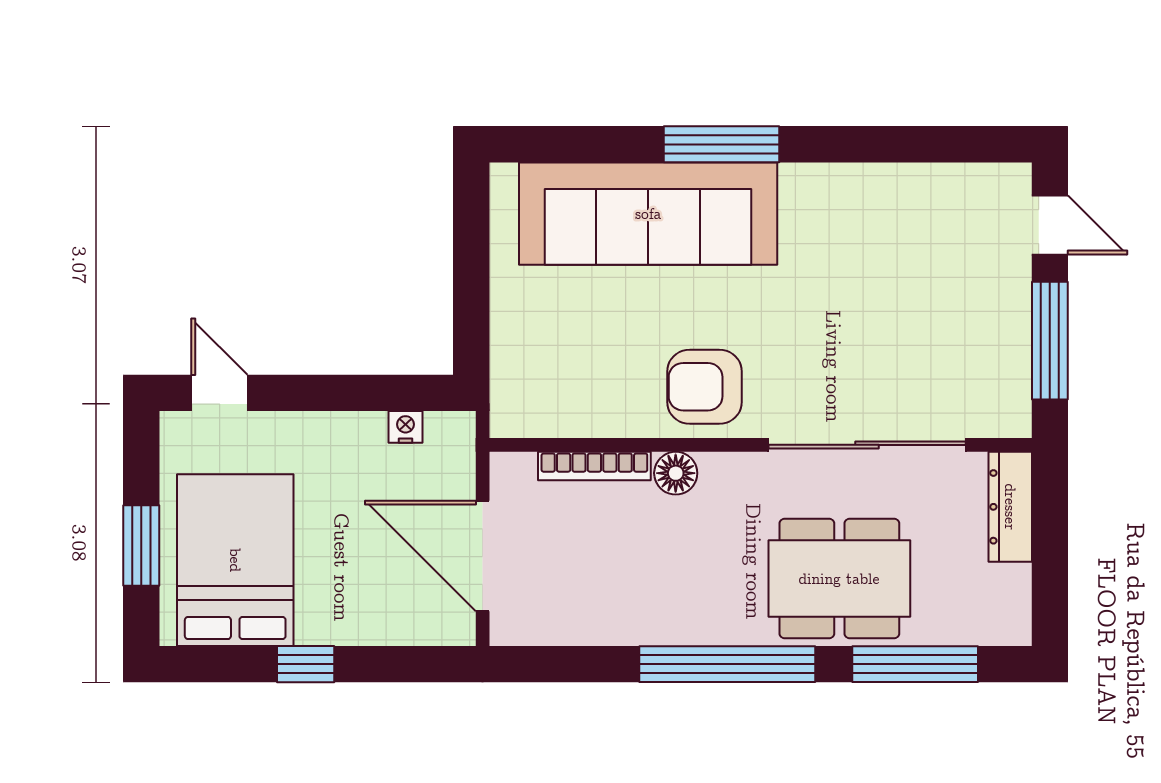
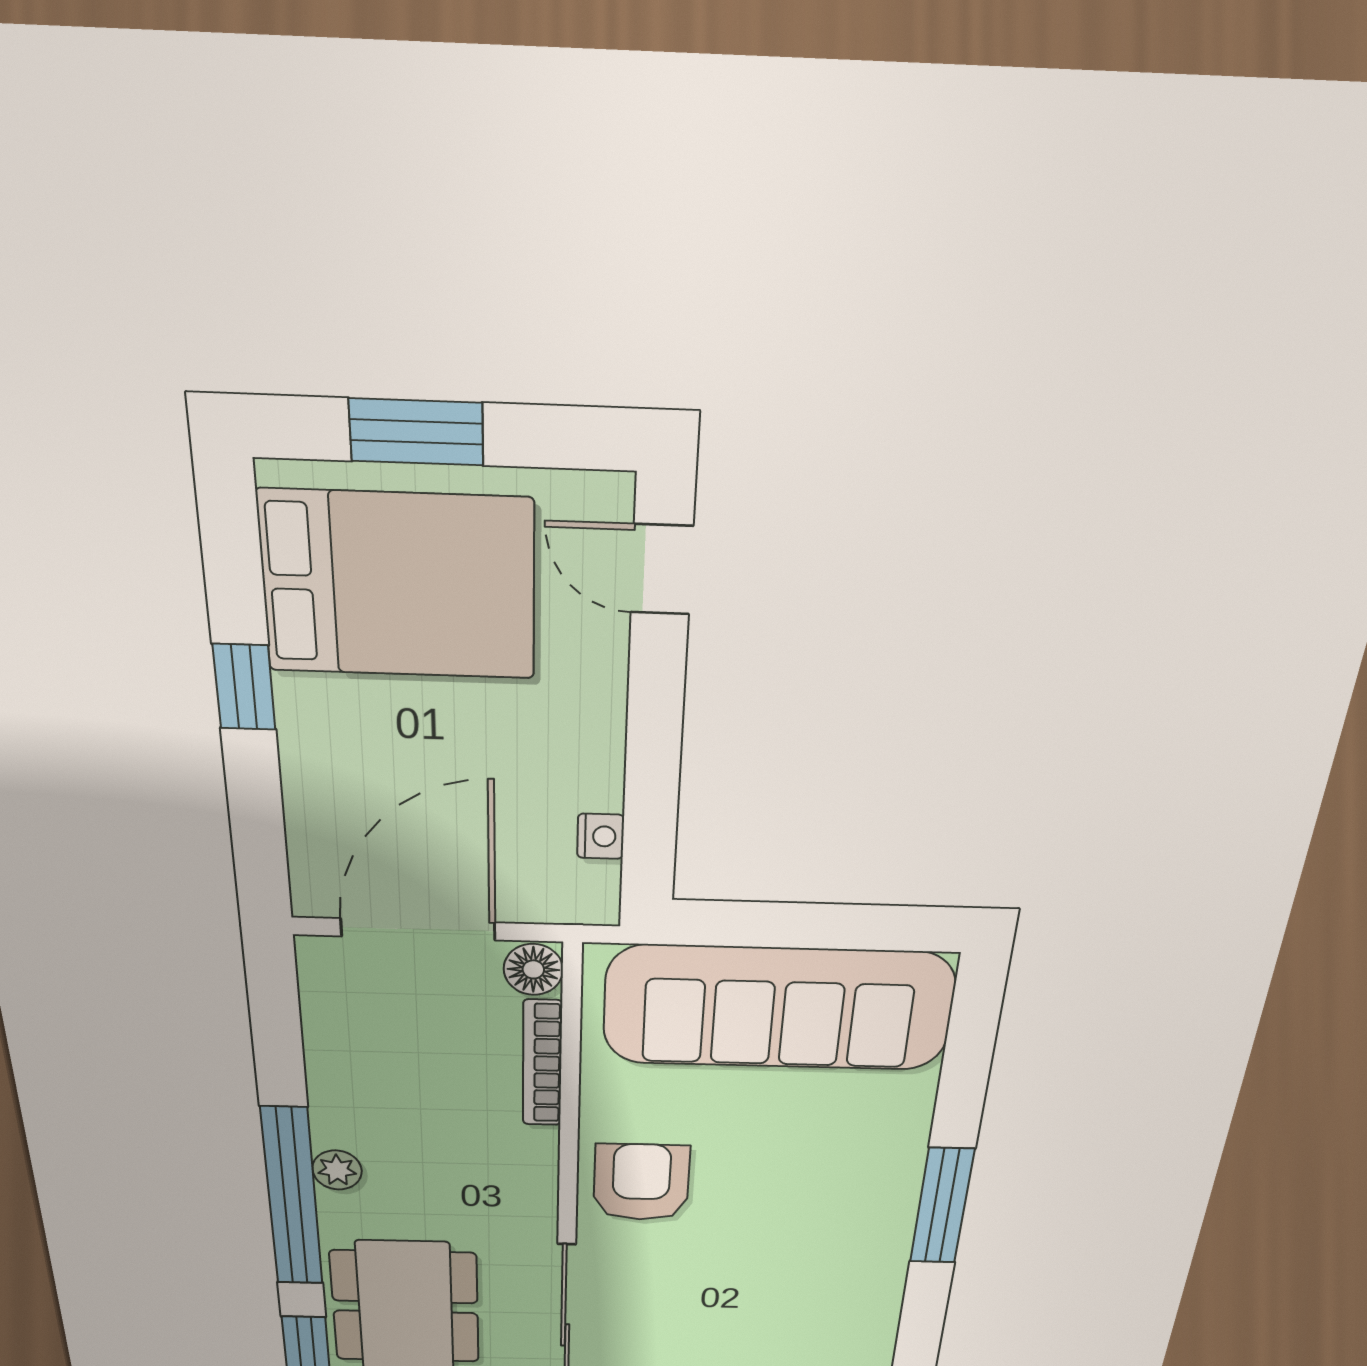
sofa: (648, 214) -> (778, 1008), moved, turned -90
door: (219, 393) -> (662, 570), swing flipped
floor lamp: (676, 473) -> (533, 969), moved
plant: (699, 627) -> (337, 1170), added

